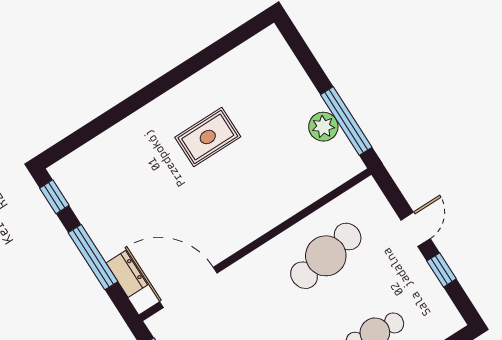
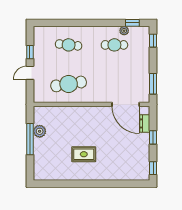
window: (346, 121) -> (30, 139), moved
window: (93, 257) -> (153, 137), width x0.46

